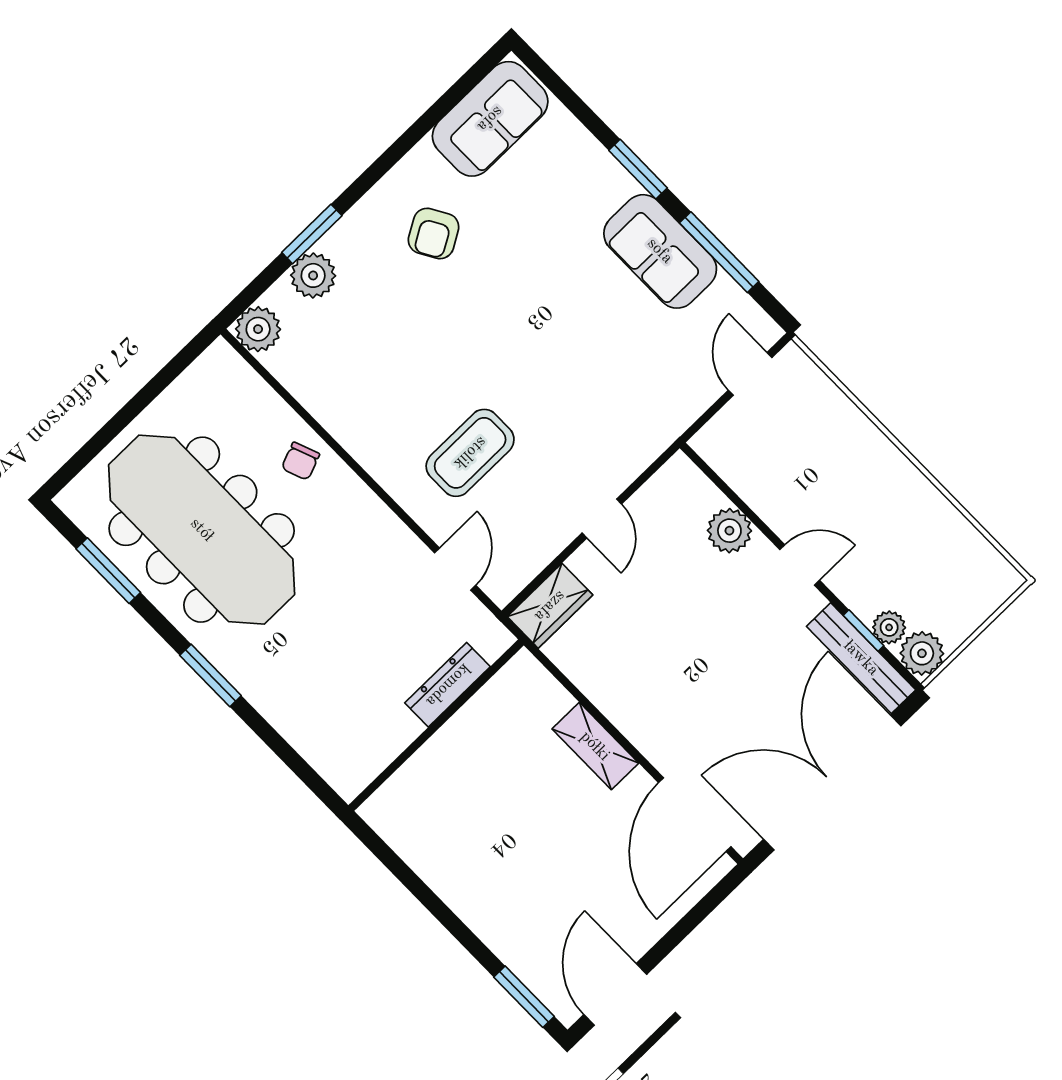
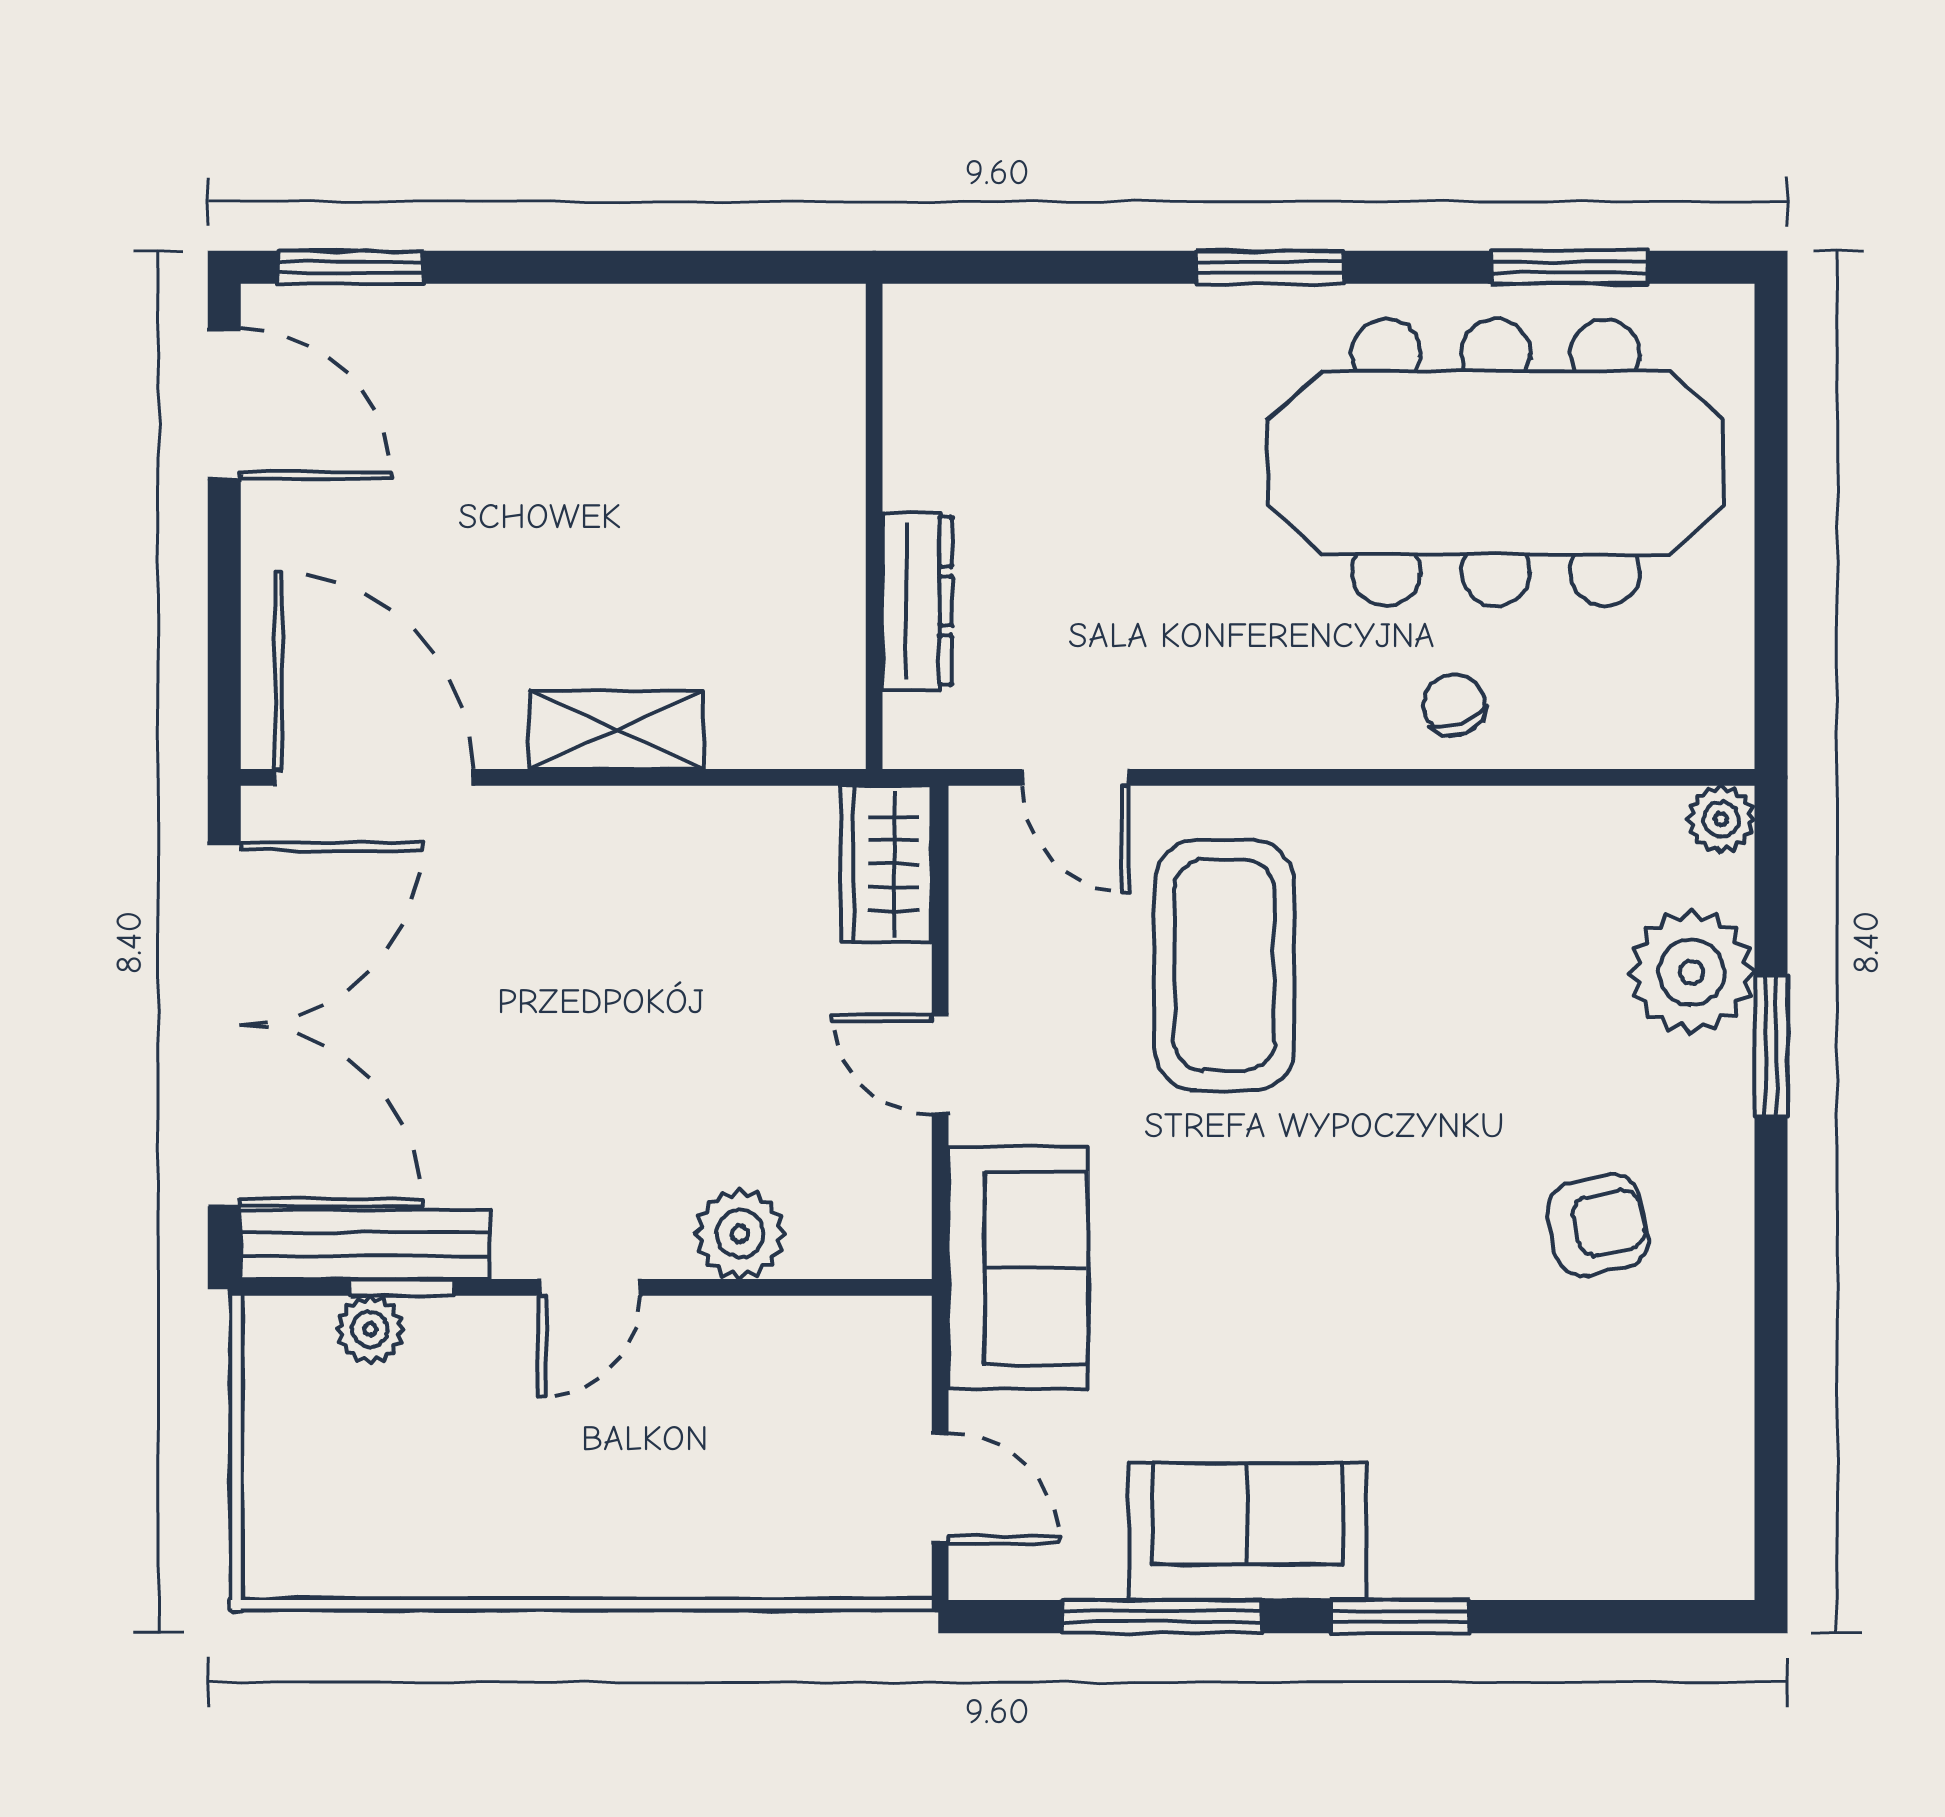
sofa: (490, 119) -> (1018, 1268), moved, turned 180
armchair: (434, 233) -> (1598, 1225), turned 108
plant: (313, 275) -> (1692, 972), width x1.36, depth x1.36
plant: (258, 329) -> (1721, 819), width x0.73, depth x0.73
coffee table: (470, 453) -> (1224, 965), width x1.36, depth x1.32
plant: (922, 653) -> (285, 1340), removed

